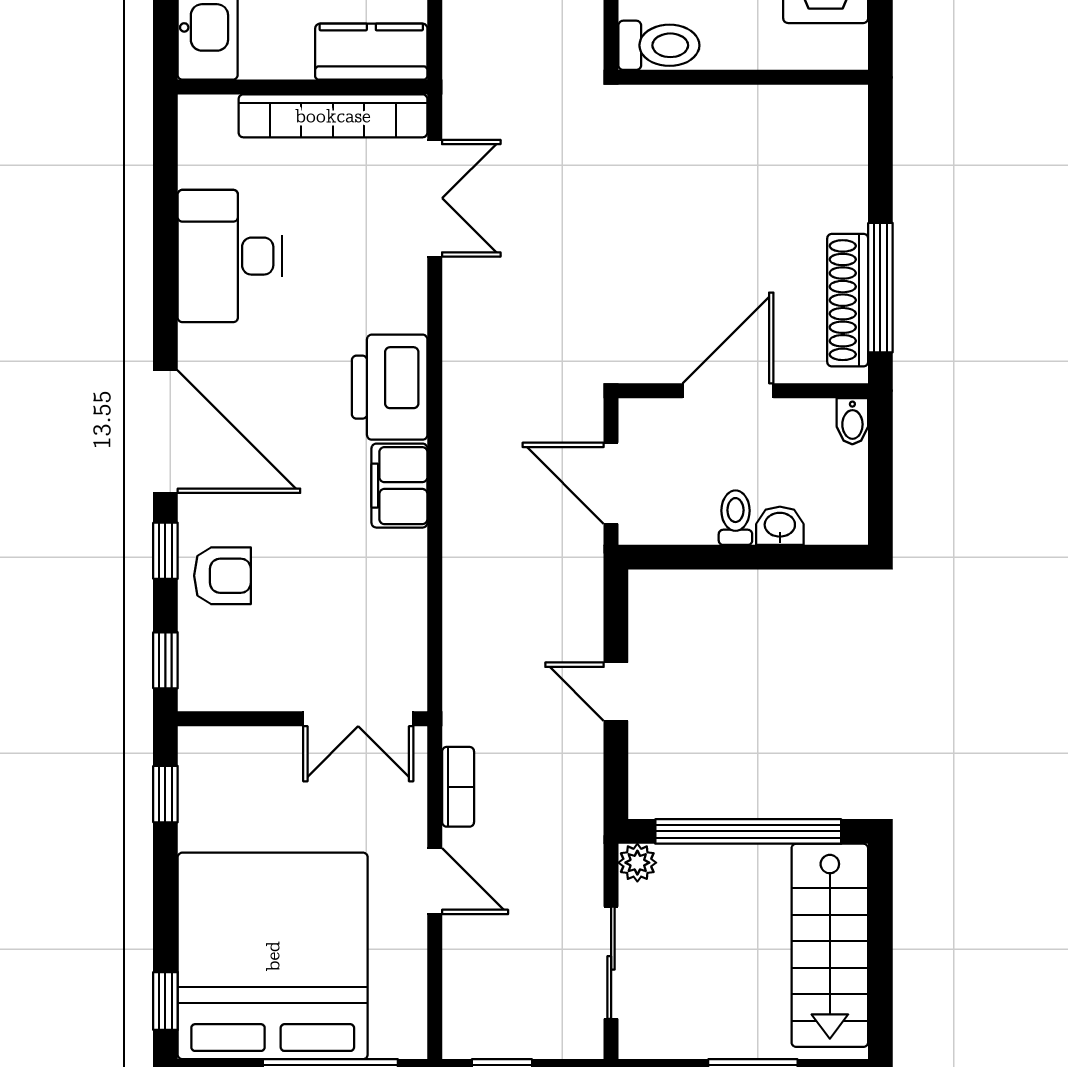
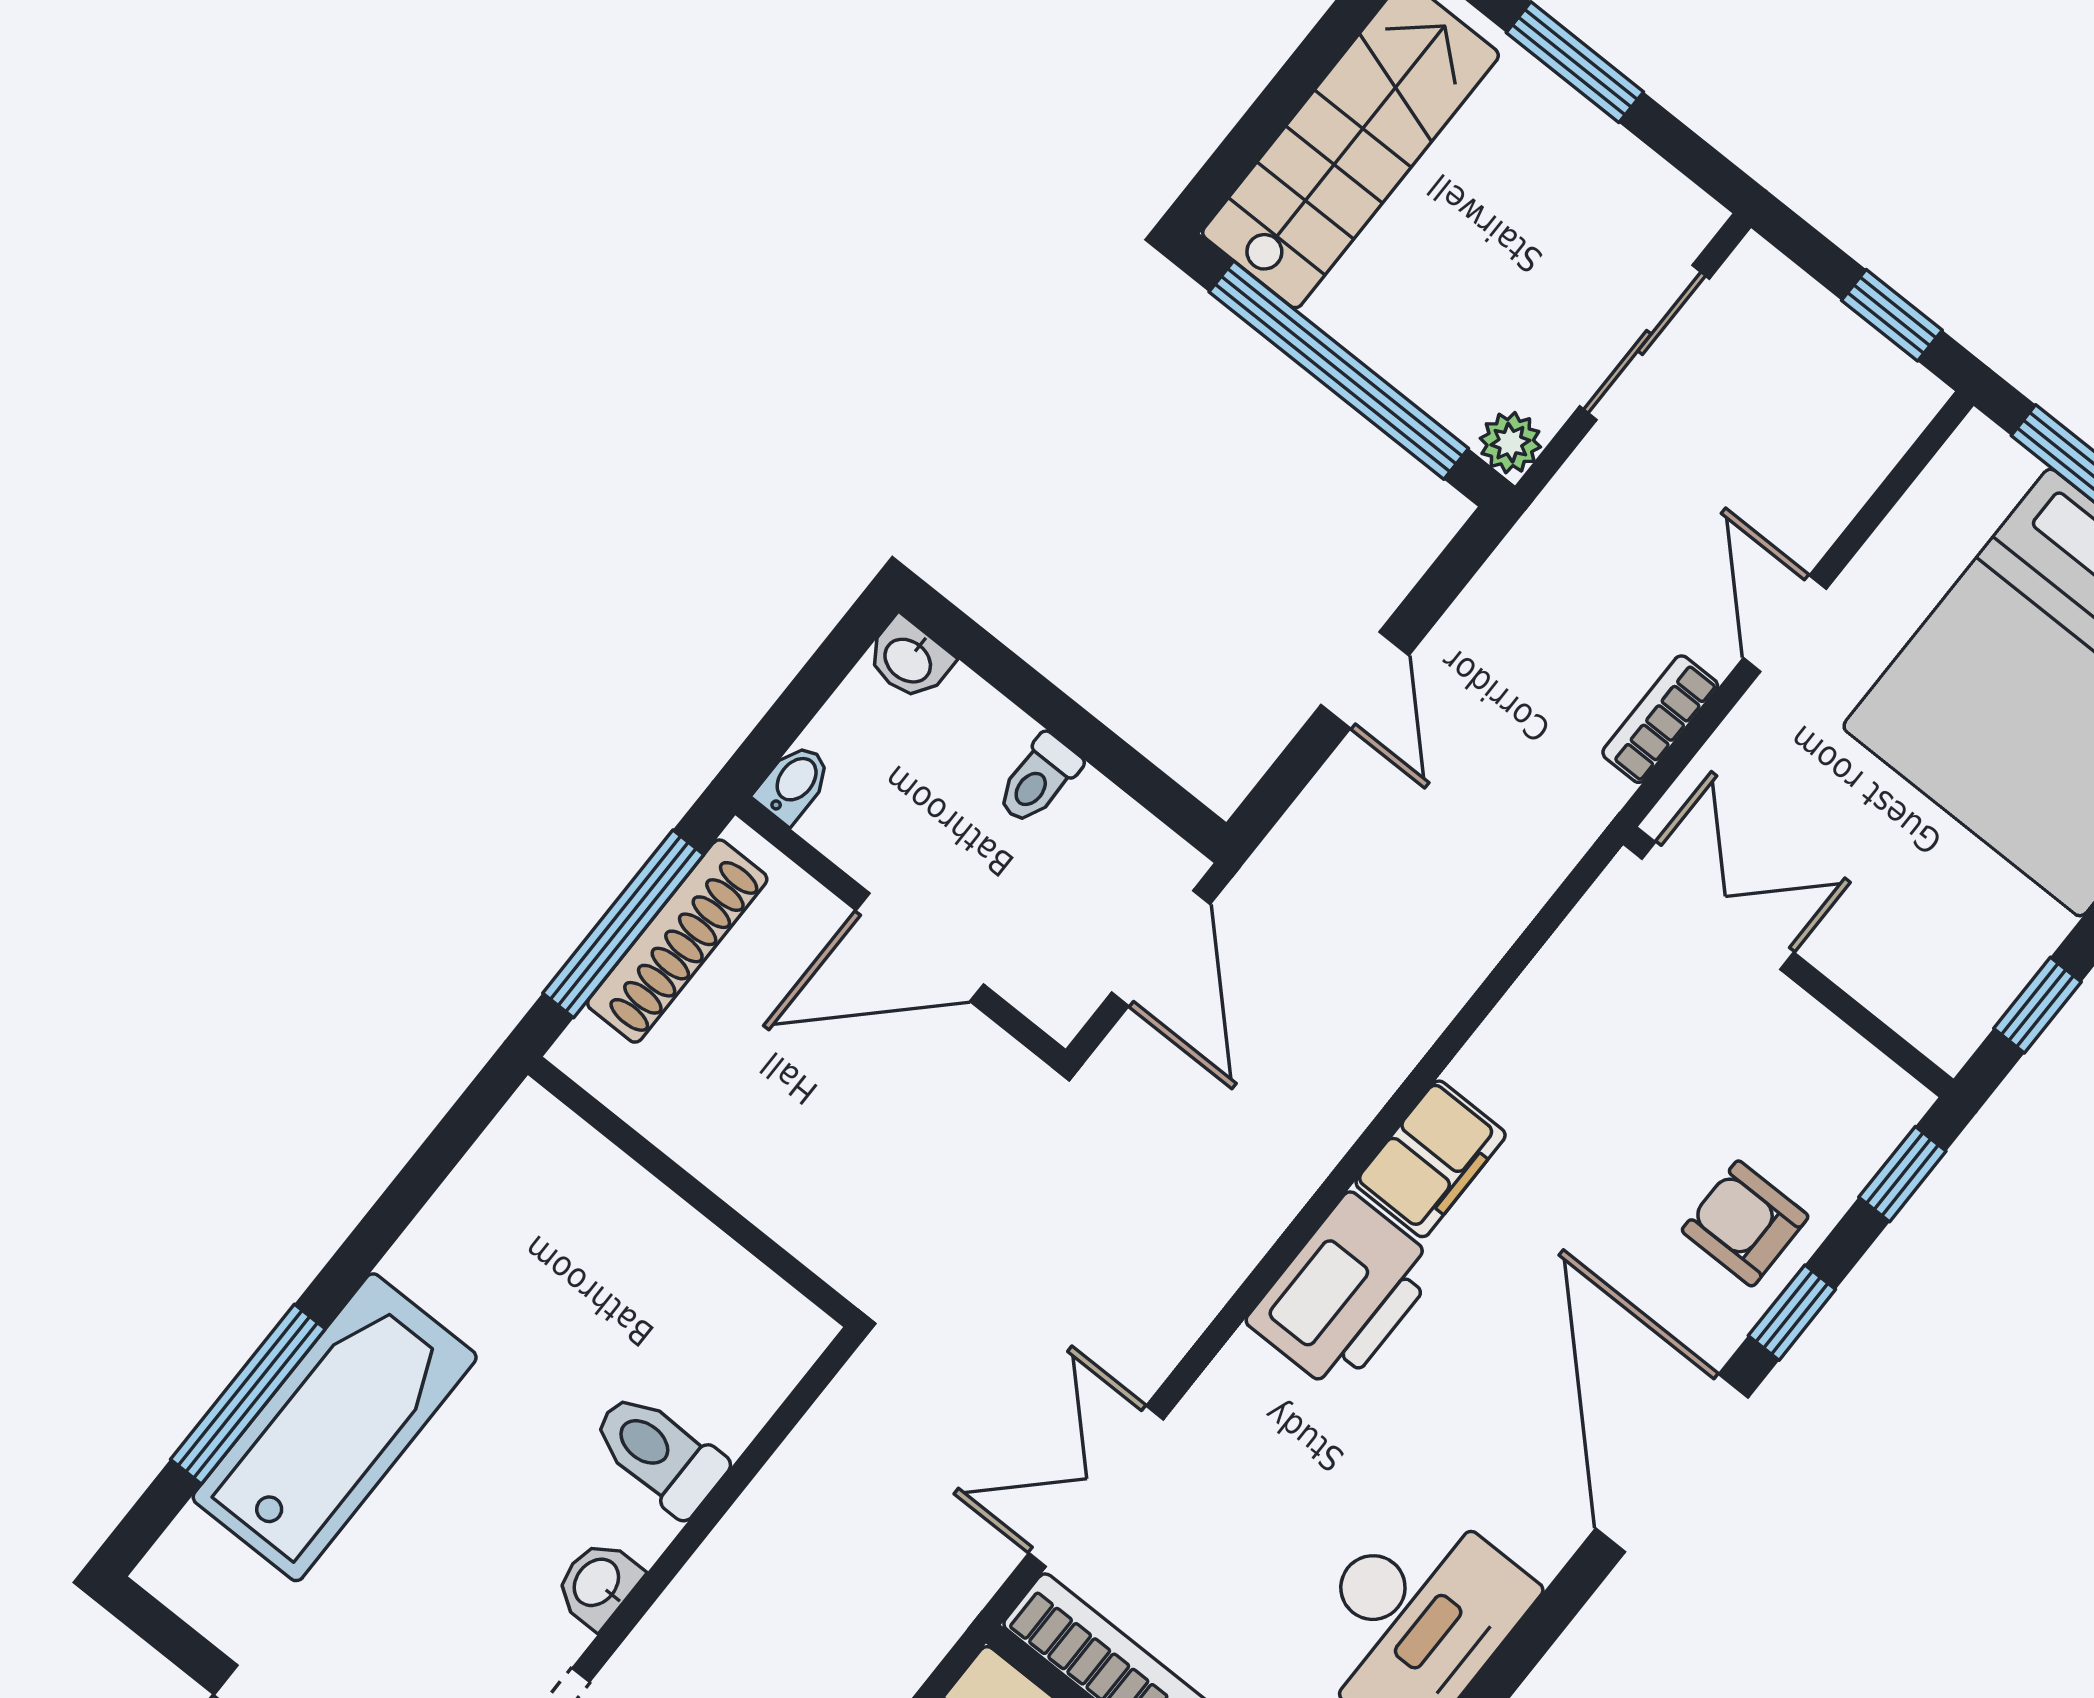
wall: (743, 77) -> (693, 1192), moved
washbasin: (780, 526) -> (909, 659), moved

